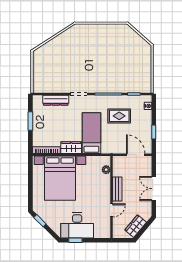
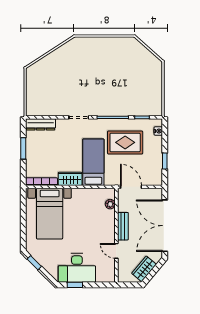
dresser: (56, 100) -> (41, 124), moved
rug: (119, 116) -> (125, 142), width x1.36, depth x1.43
door: (136, 155) -> (131, 187), moved
bed with nightstands: (60, 178) -> (50, 214), width x0.73
double door: (154, 189) -> (165, 226), width x1.87
door: (112, 210) -> (116, 251), swing flipped

